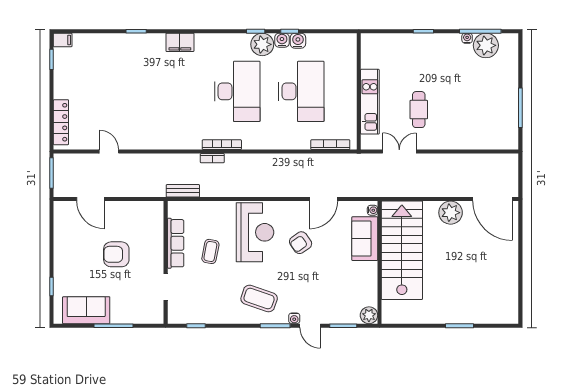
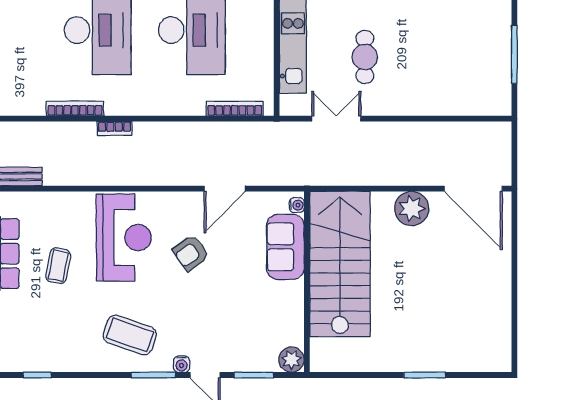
bookcase: (212, 158) -> (115, 128), moved

